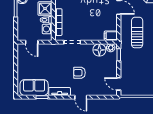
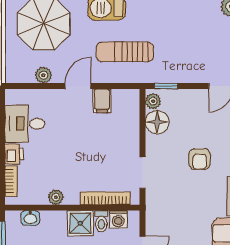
filing cabinet: (111, 36) -> (102, 101), moved

